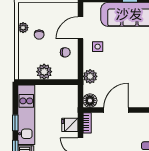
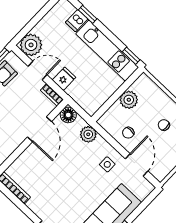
window: (15, 123) -> (131, 56), moved

